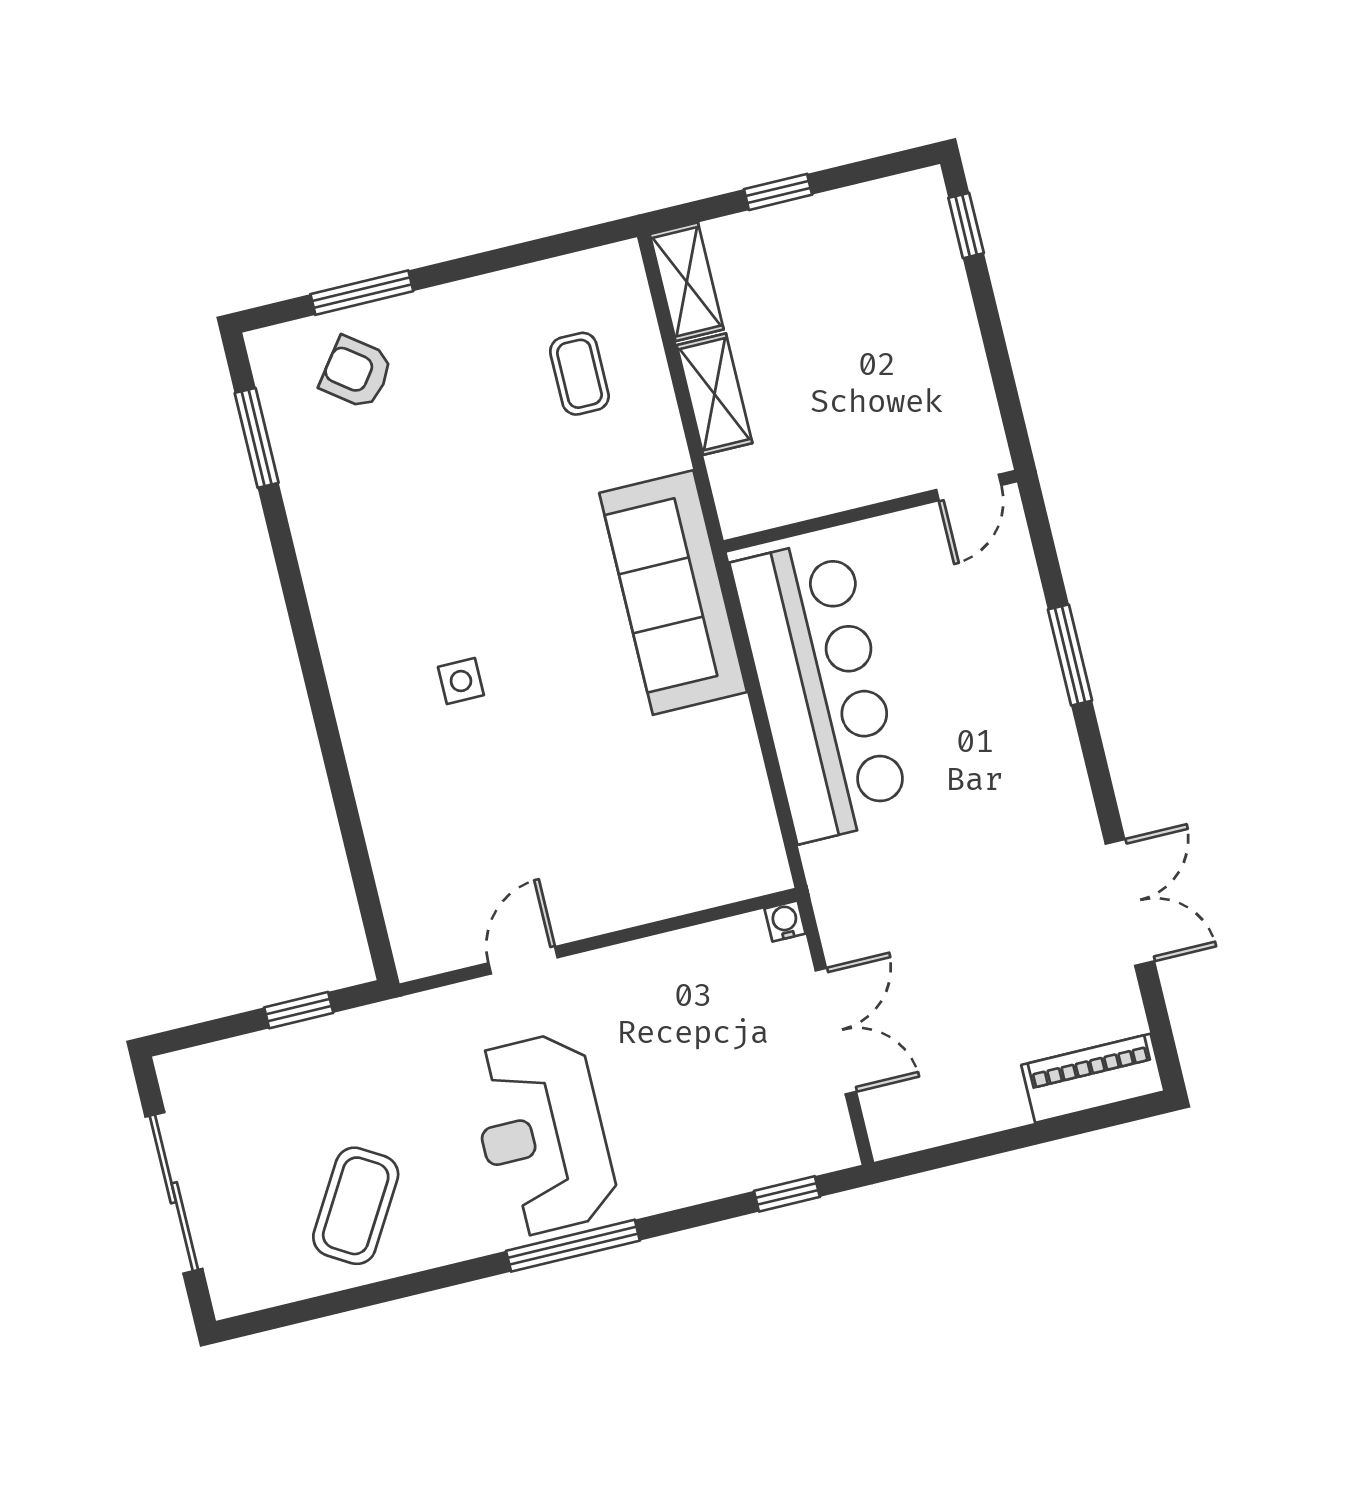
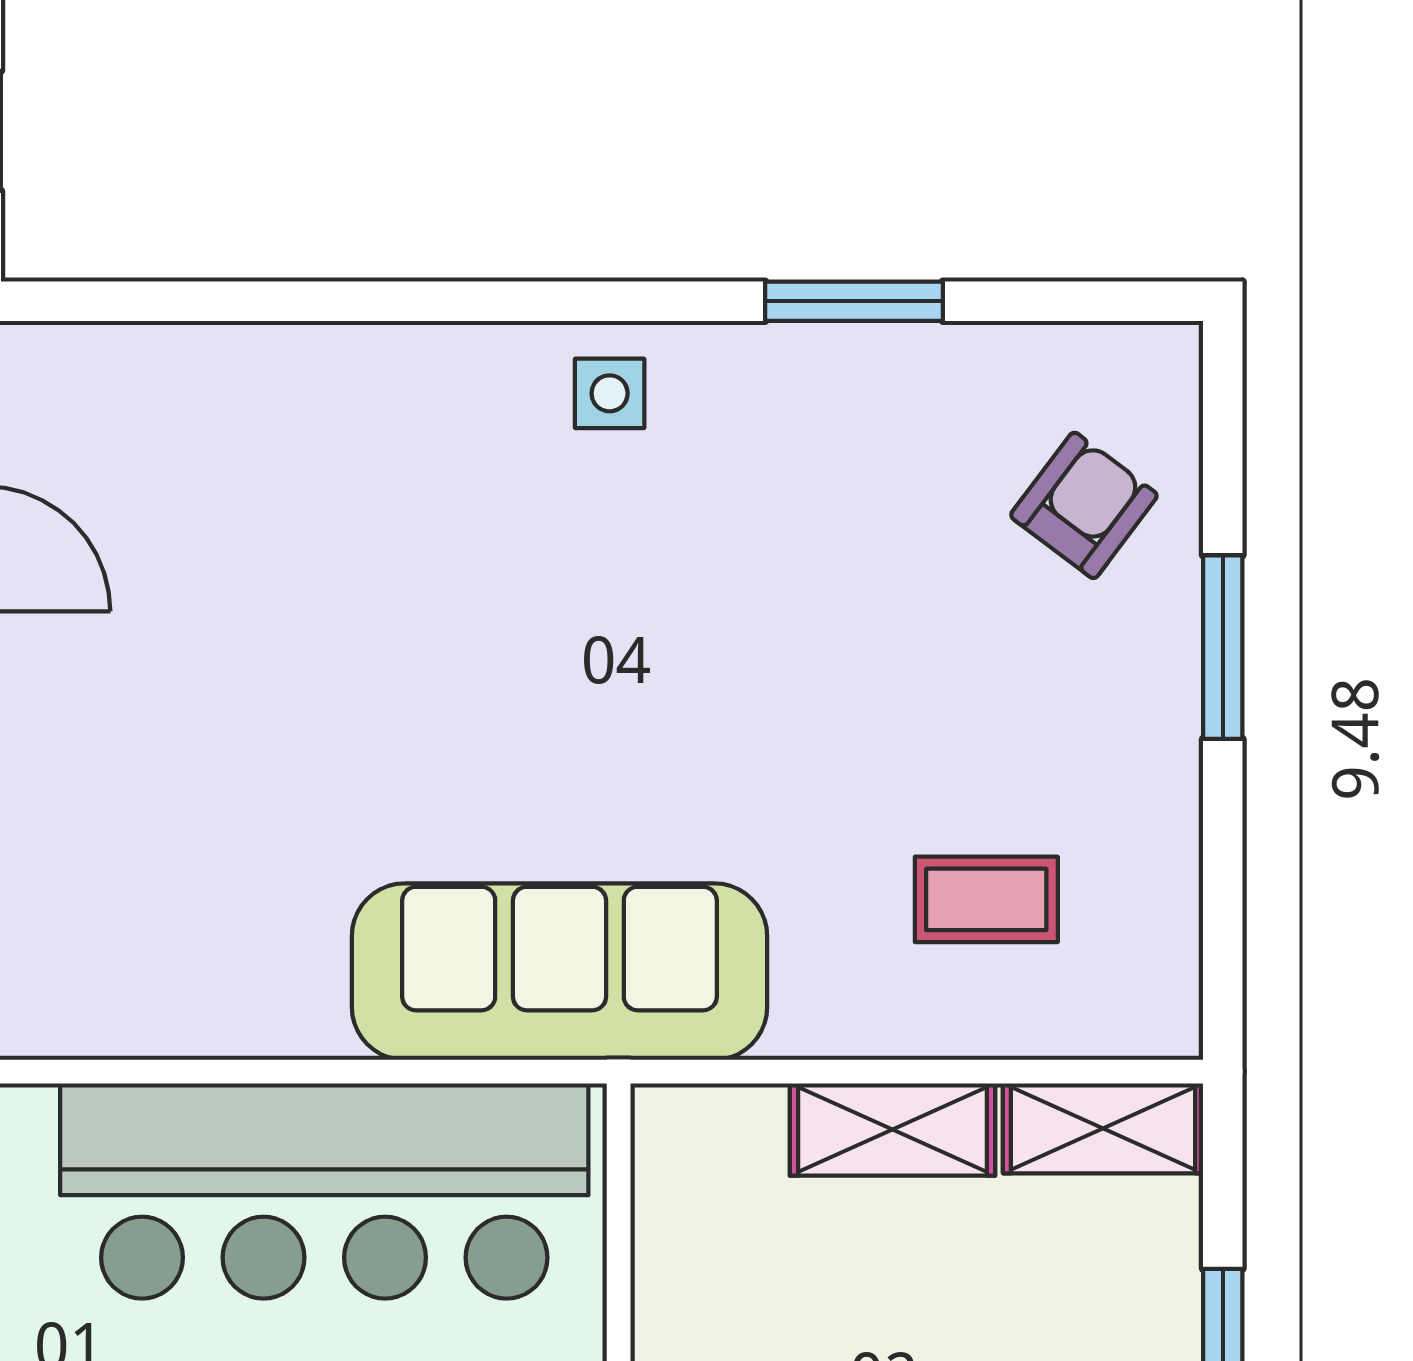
window: (362, 293) -> (1223, 647), moved
window: (257, 438) -> (854, 301), moved
side table: (461, 681) -> (610, 393), moved

